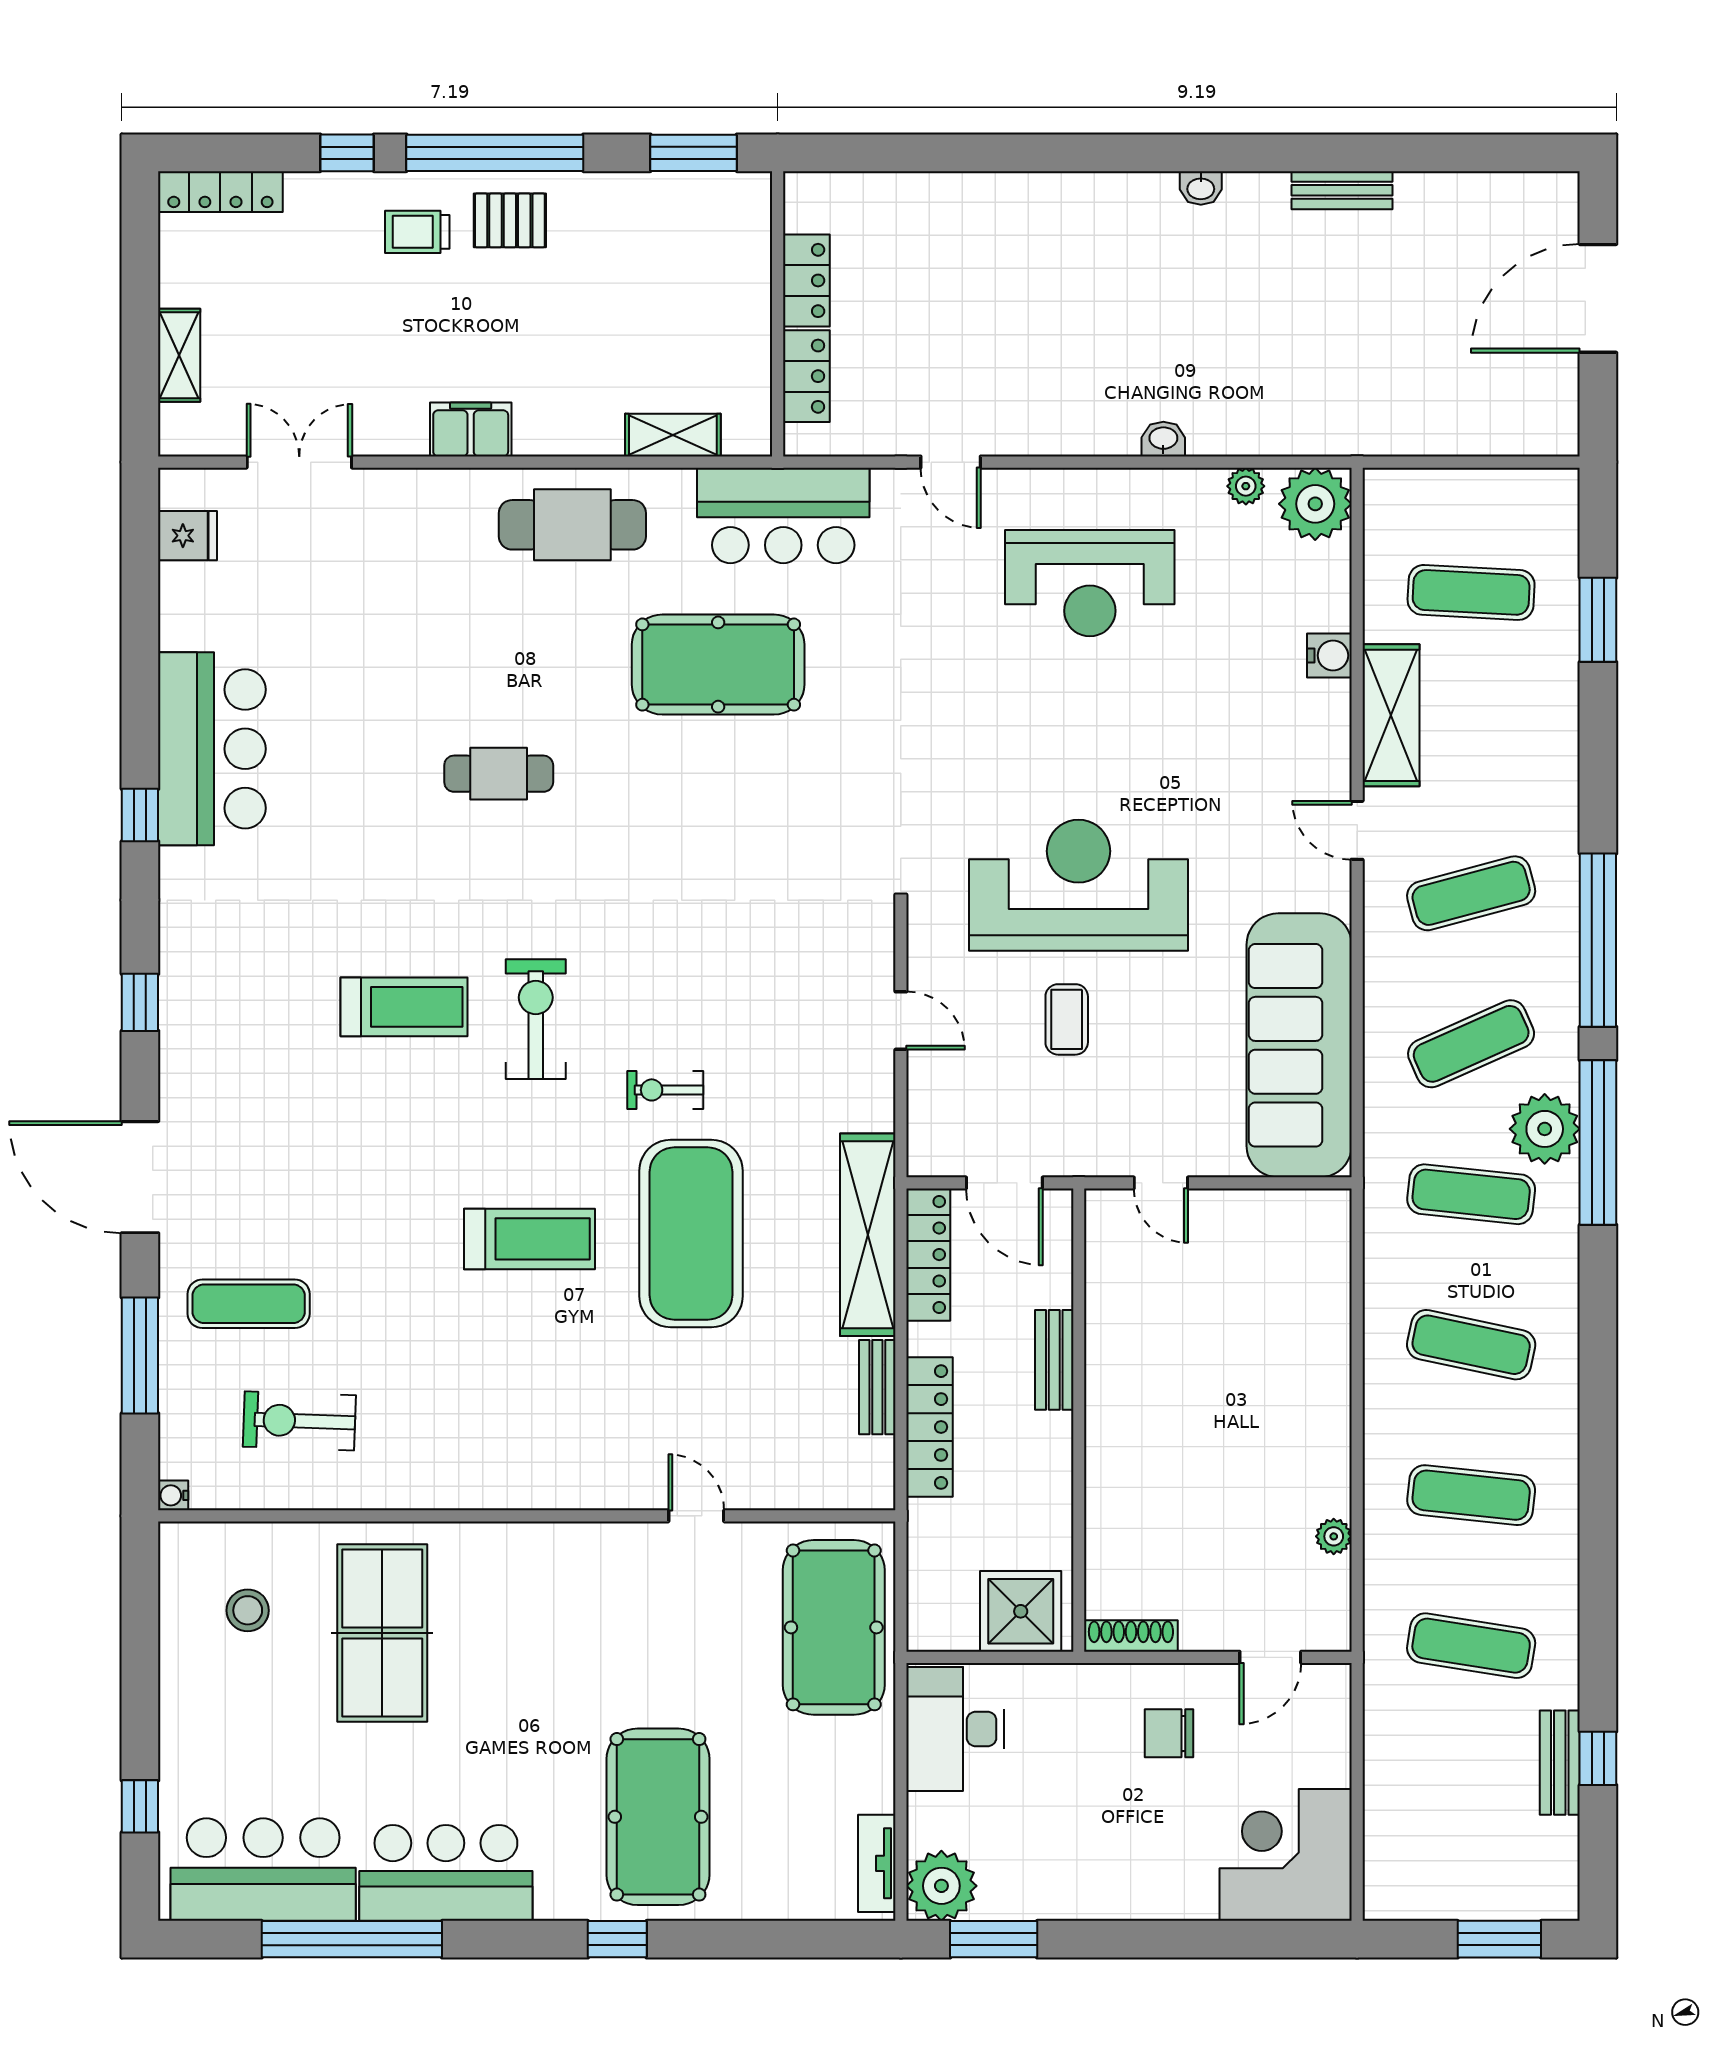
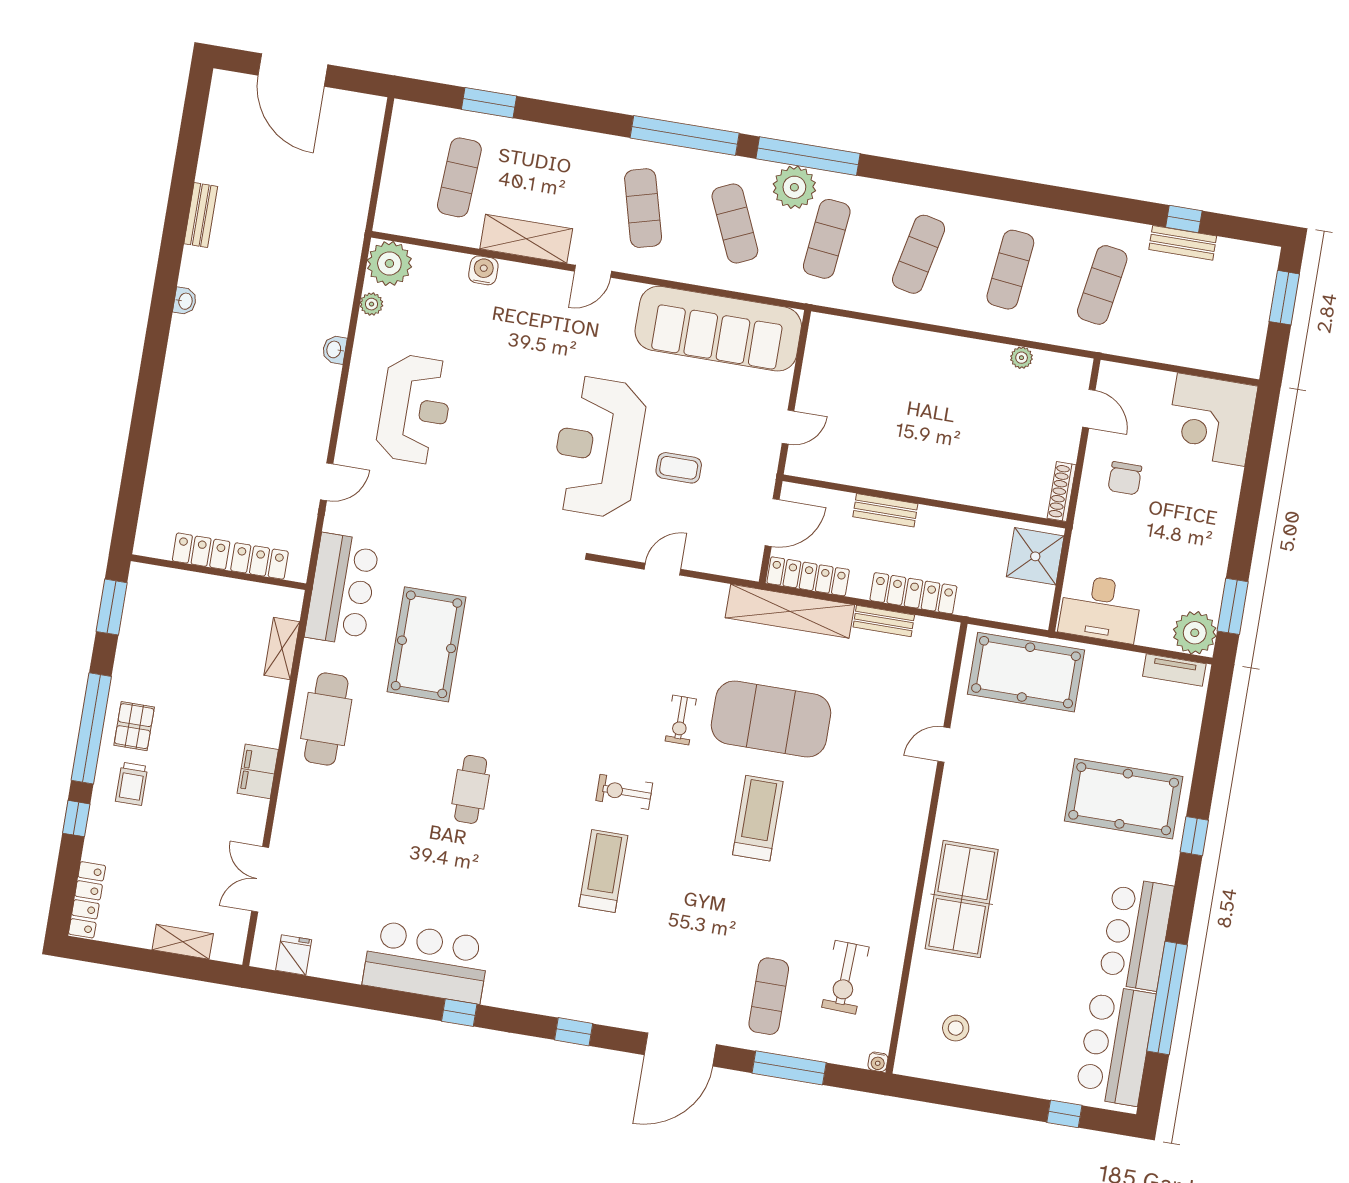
exercise bike: (536, 1019) -> (624, 792), width x0.73, depth x0.72
table tennis table: (382, 1633) -> (962, 899), moved, turned 90

